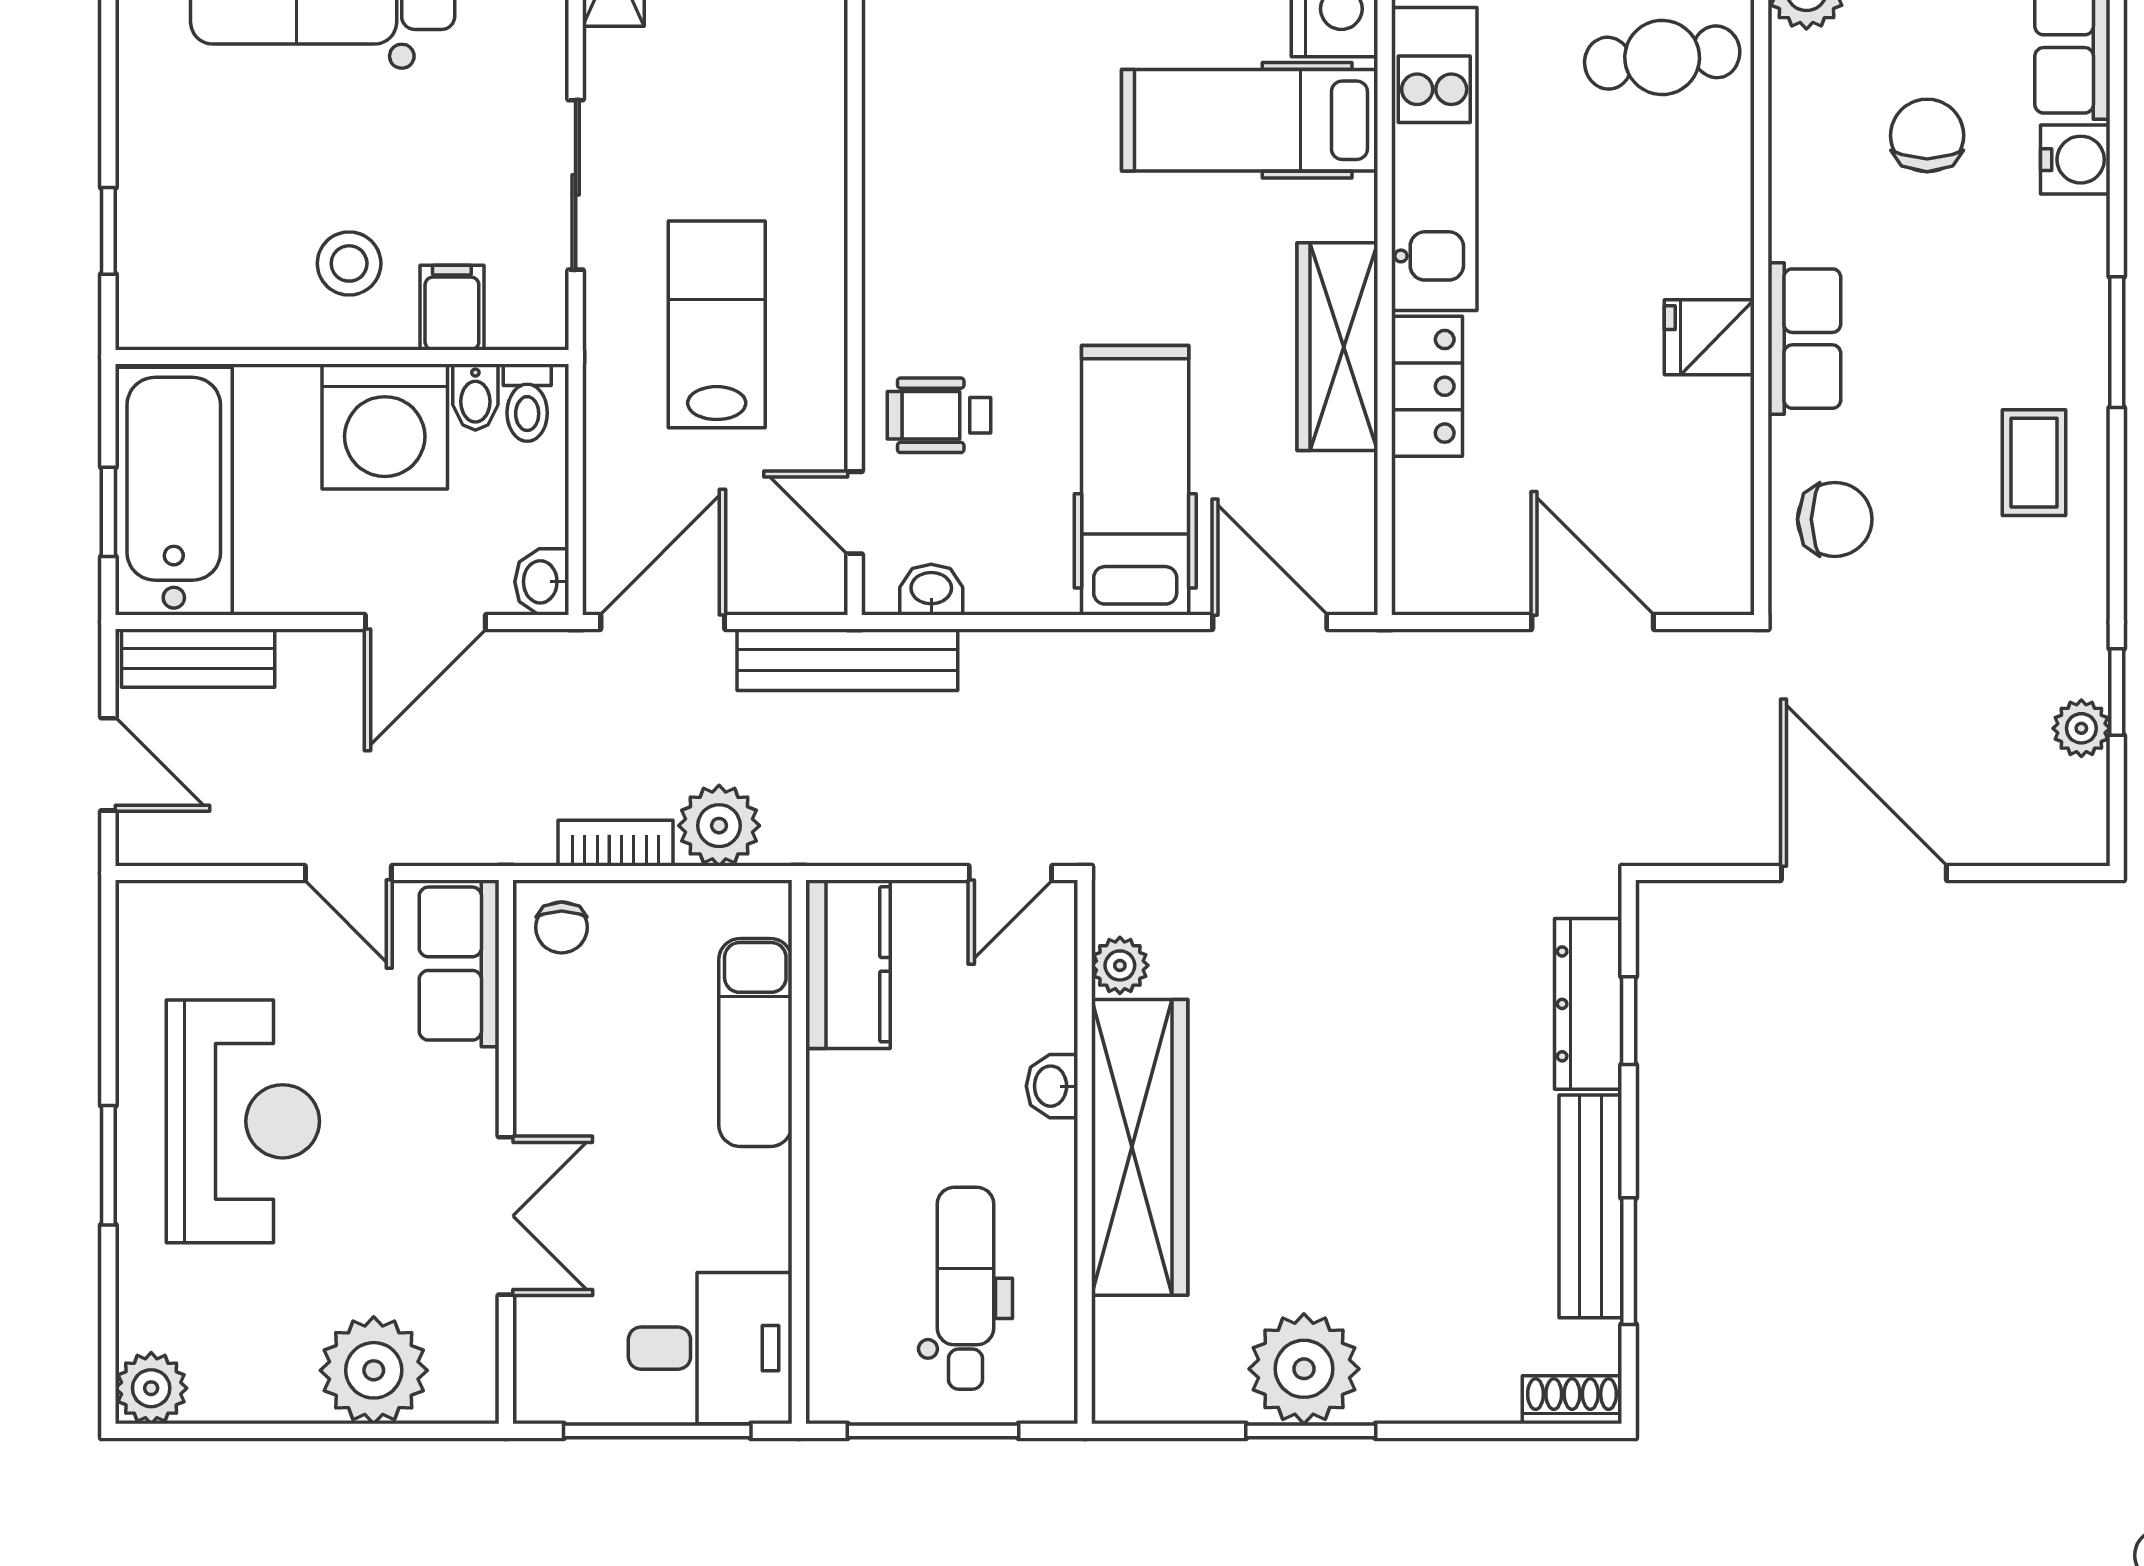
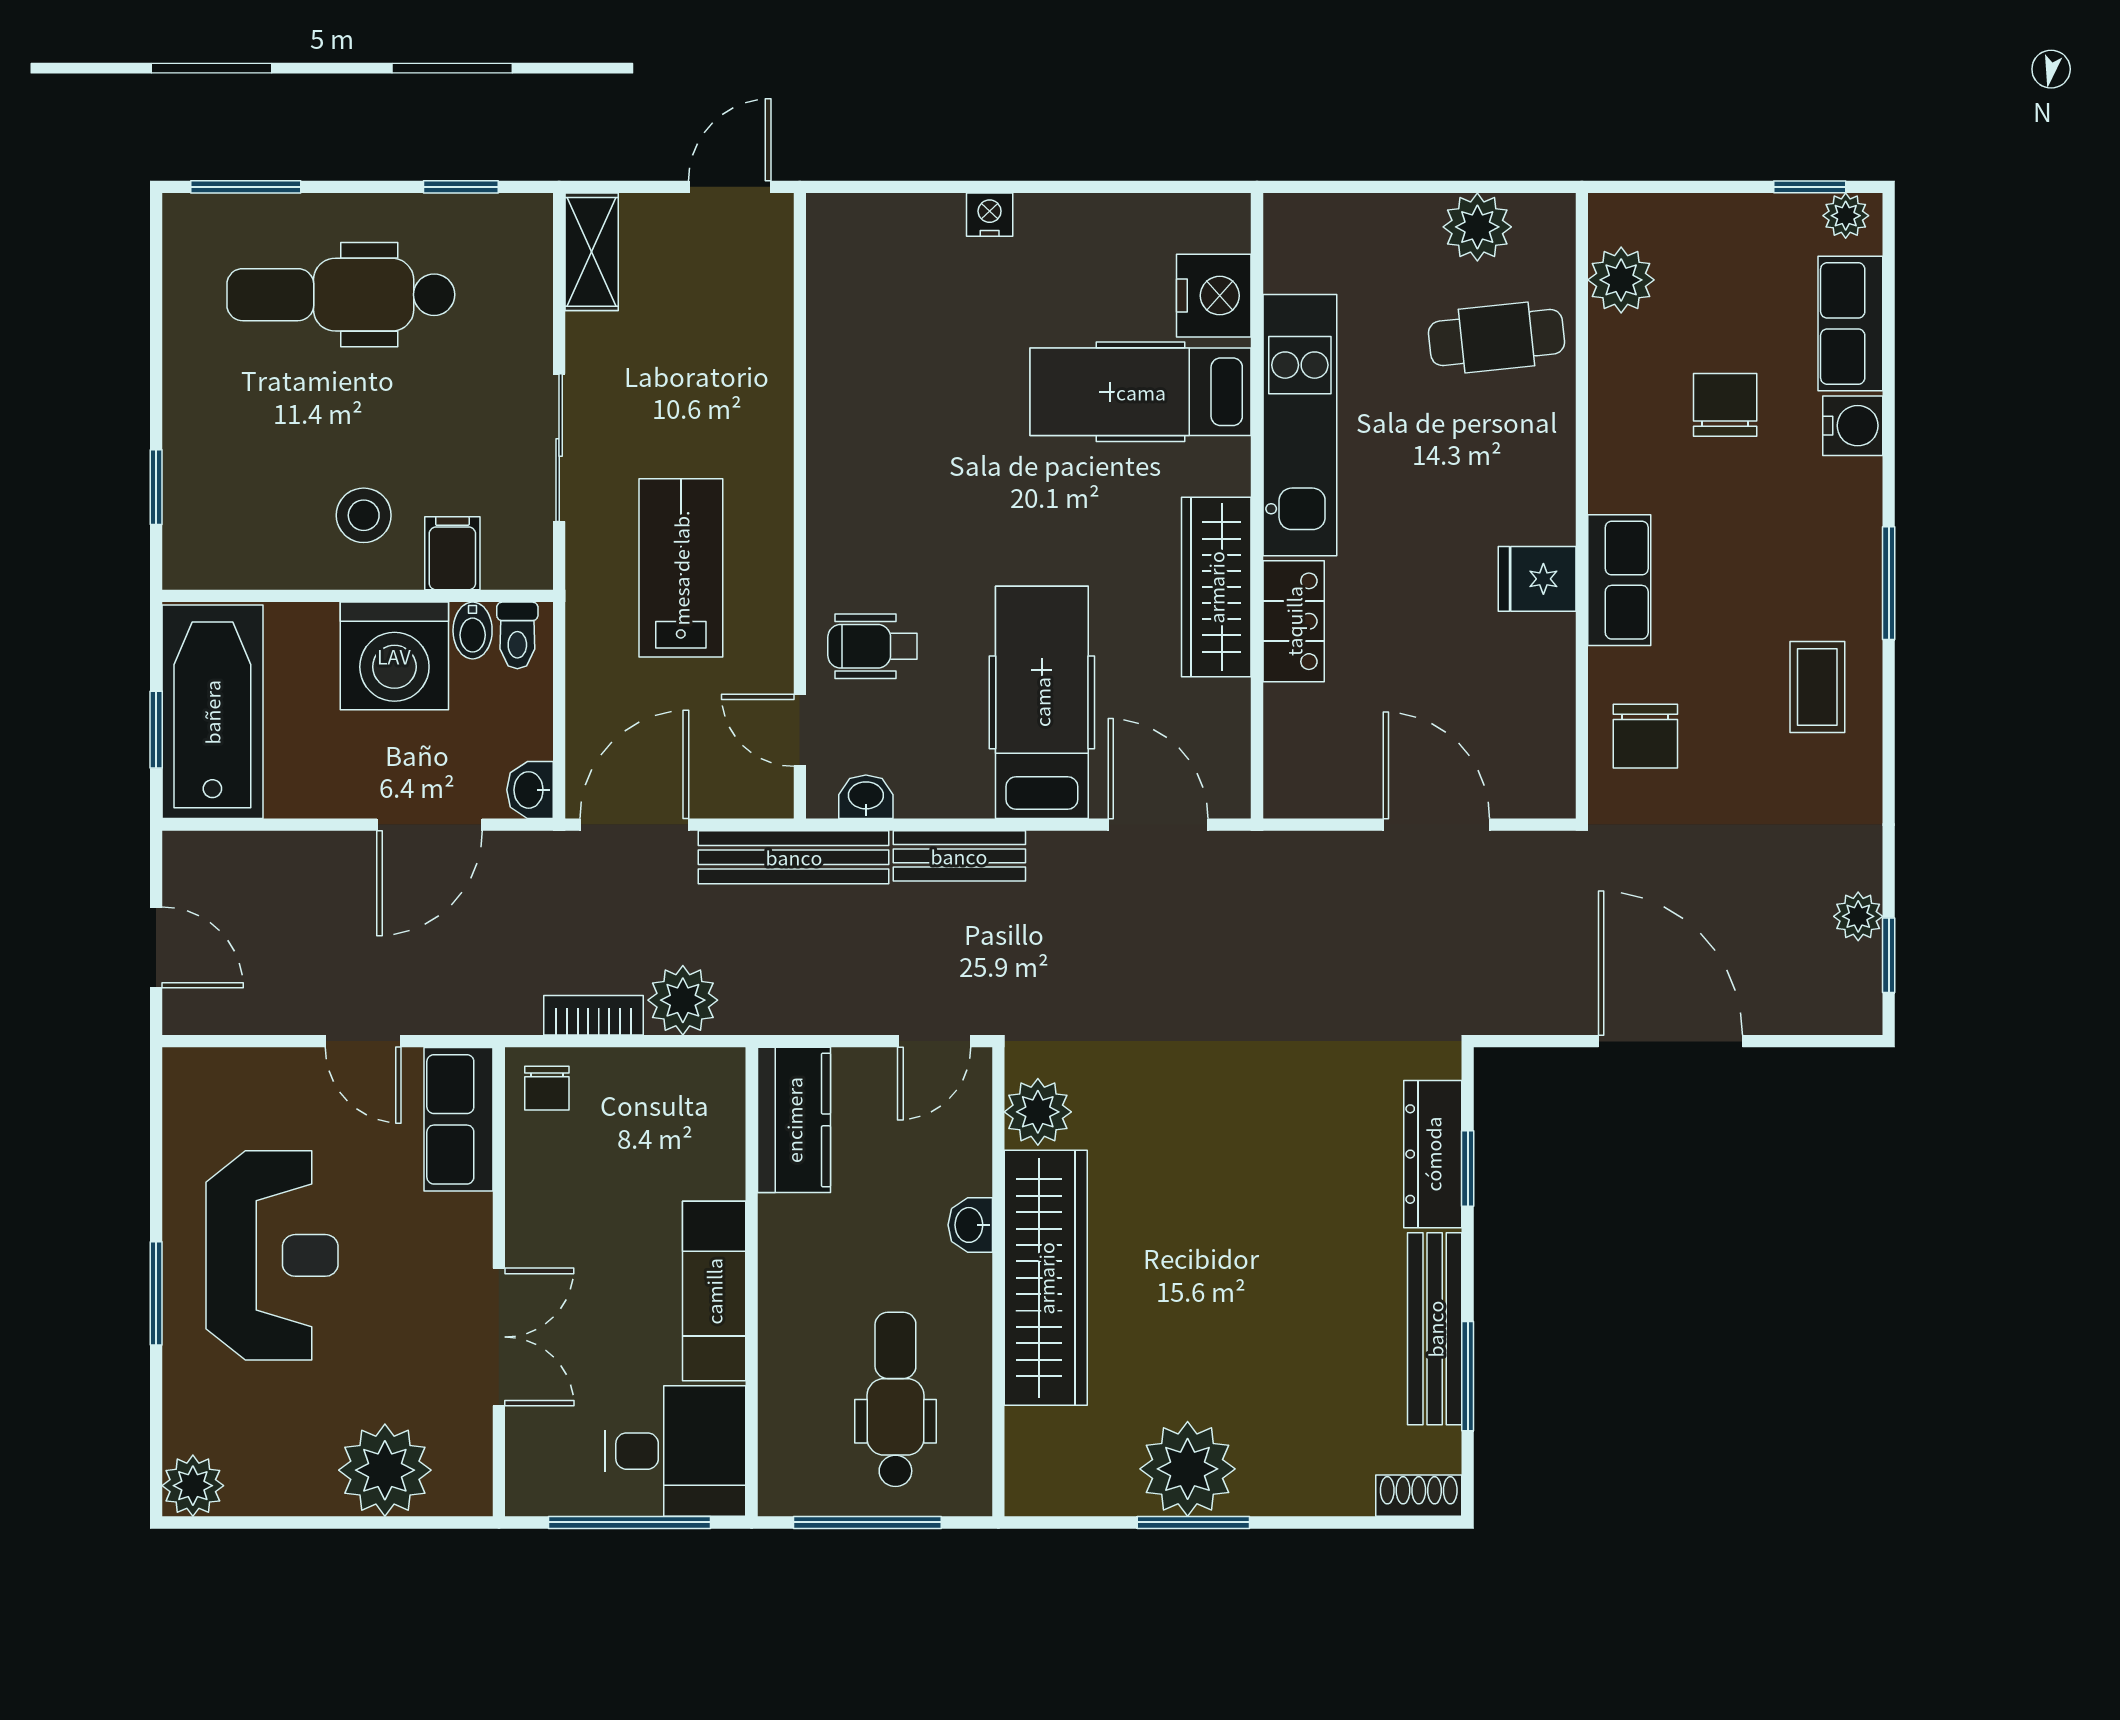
chair: (1835, 519) -> (1645, 736), turned 90
bench: (198, 658) -> (959, 856), moved
window: (2117, 692) -> (1889, 955), moved
plant: (1120, 965) -> (1038, 1112), width x1.38, depth x1.38
exam couch: (755, 1042) -> (714, 1291), moved

